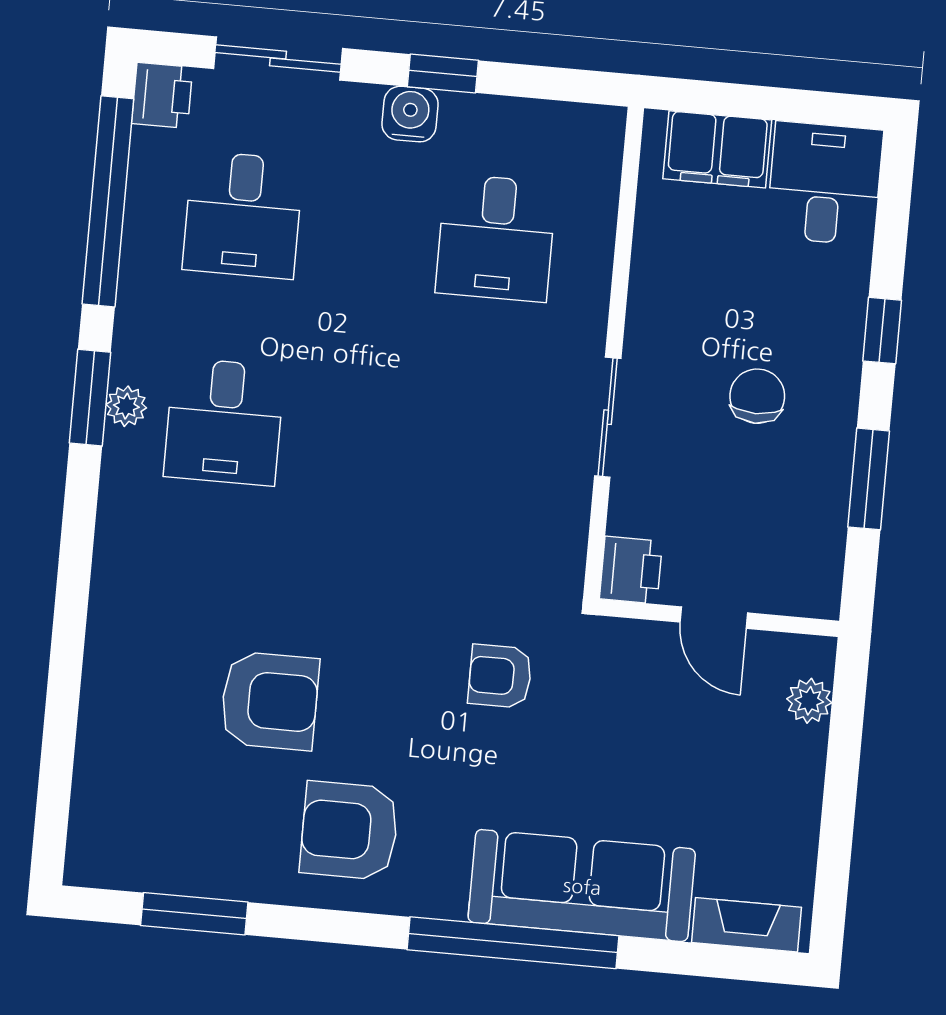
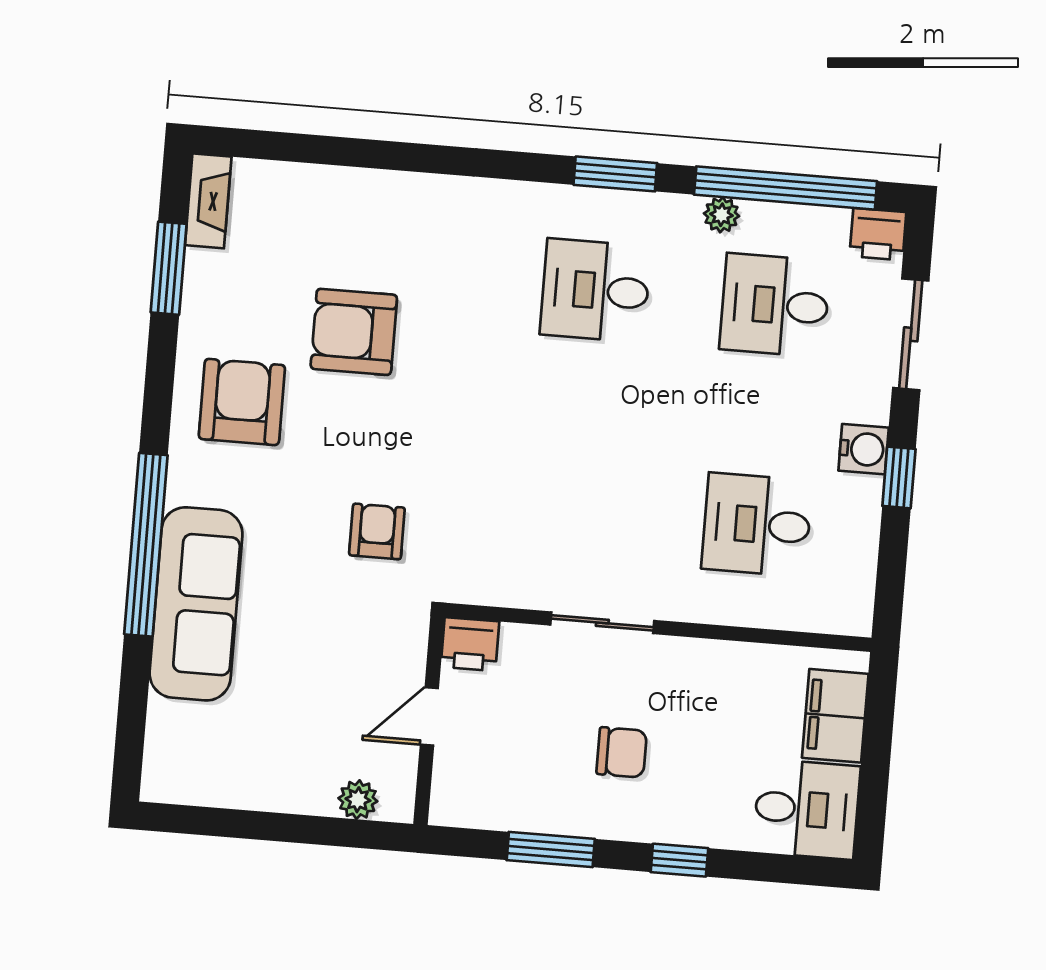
plant: (126, 406) -> (721, 215), moved
armchair: (270, 701) -> (354, 332), turned 90
fireplace: (747, 925) -> (208, 201), moved

